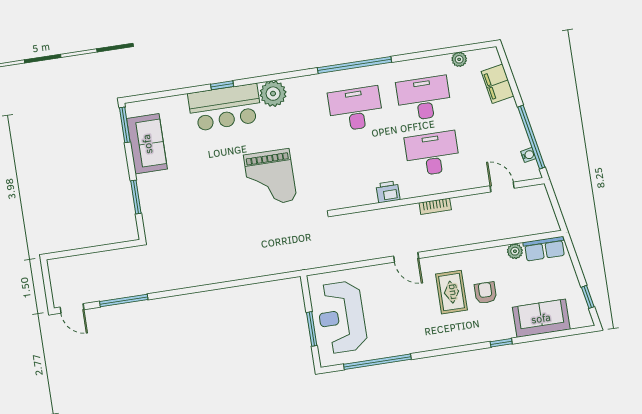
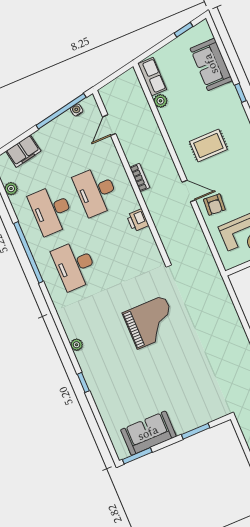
window: (354, 65) -> (28, 252), moved
plant: (273, 94) -> (77, 345), width x0.53, depth x0.53
bar counter: (225, 107) -> (101, 375), removed
door: (406, 257) -> (189, 191), hinge flipped
armchair: (485, 293) -> (214, 205), moved, turned -86

